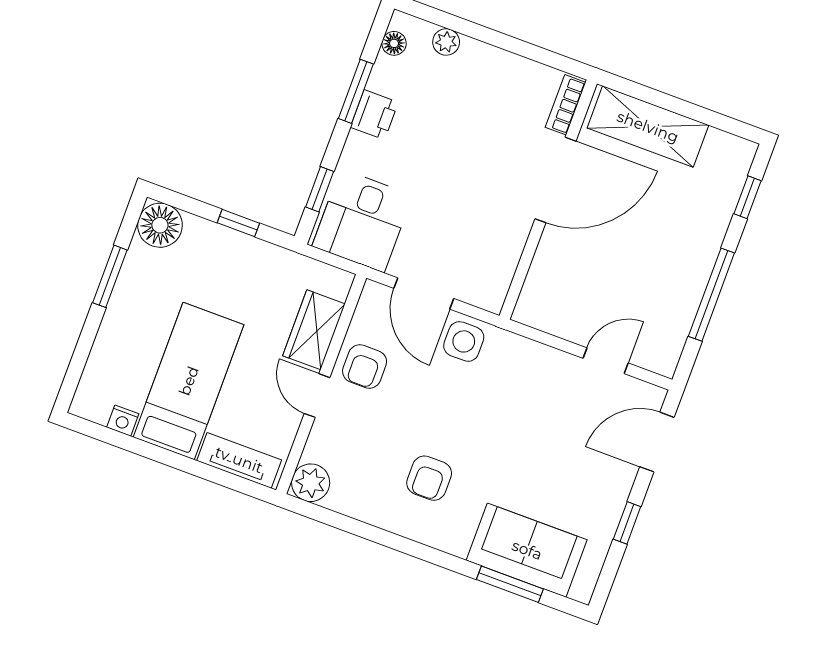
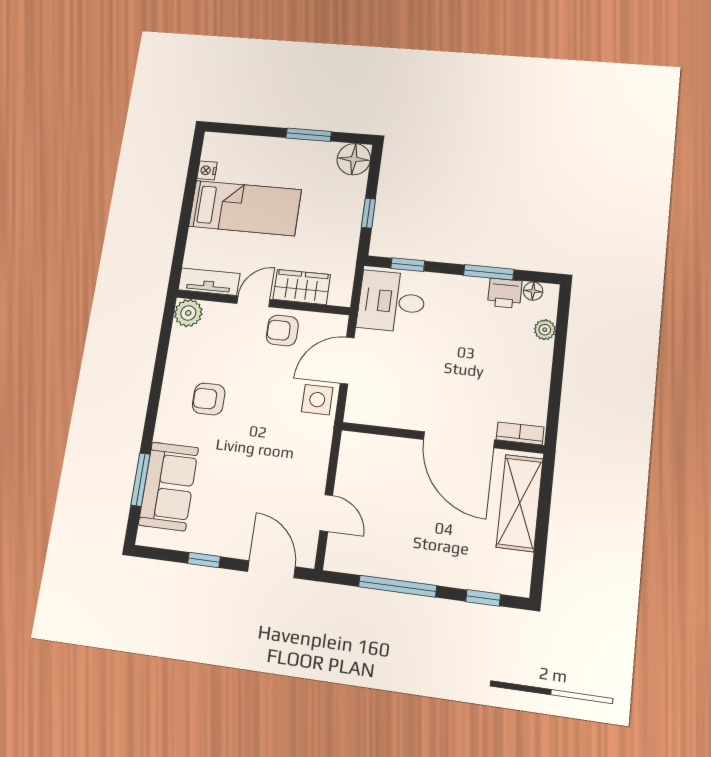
printer: (374, 115) -> (505, 293), moved
tv unit: (239, 460) -> (209, 282), moved, turned -90

